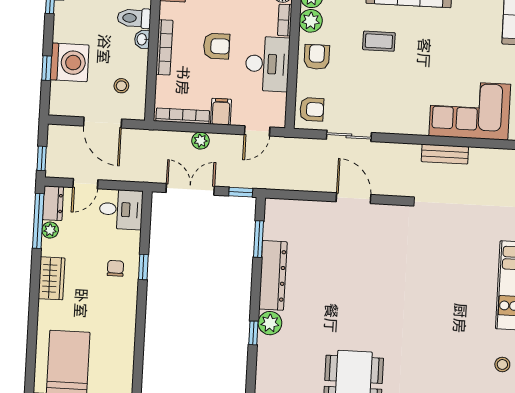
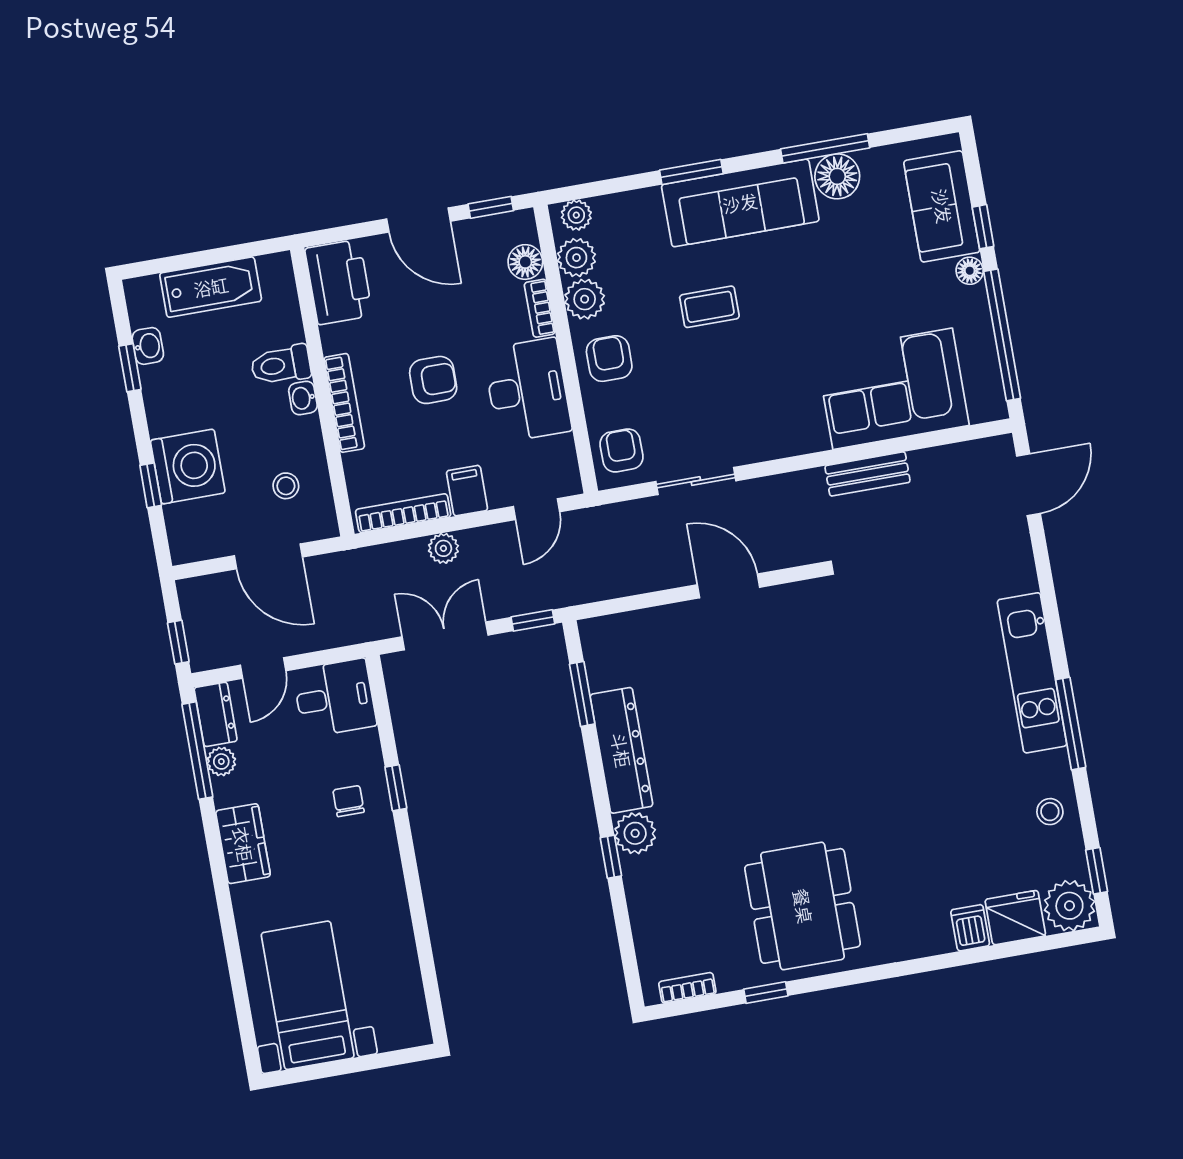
armchair: (312, 109) -> (622, 450), turned -90

